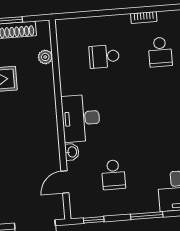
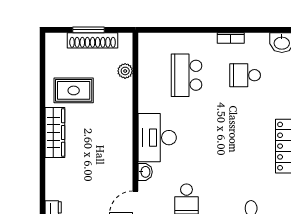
school desk: (160, 52) -> (245, 75), turned 90
school desk: (104, 56) -> (186, 75), width x1.85

